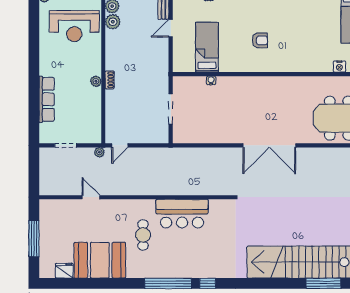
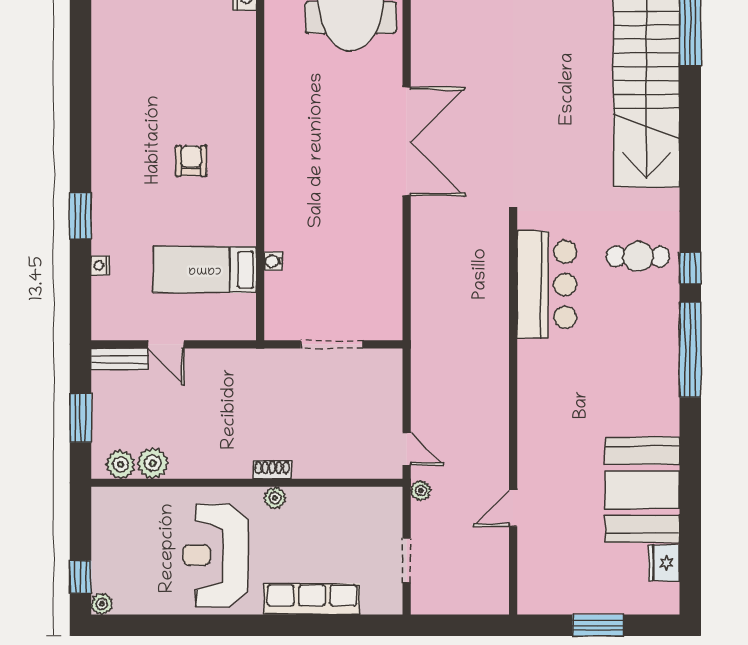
reception desk: (74, 26) -> (215, 555), moved, turned 180
bar counter: (182, 214) -> (547, 285), moved
cafe table: (143, 235) -> (638, 256), moved
window: (34, 239) -> (598, 625), width x0.69

